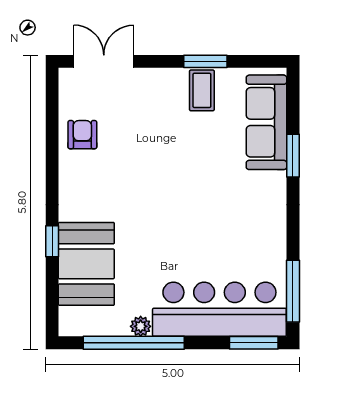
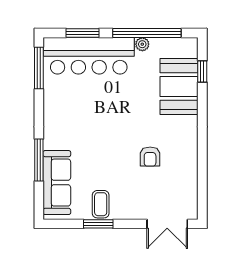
armchair: (82, 135) -> (150, 157), moved
window: (293, 156) -> (39, 160), width x1.44
window: (52, 241) -> (202, 71), moved
window: (254, 343) -> (83, 33), moved

